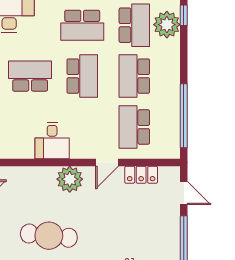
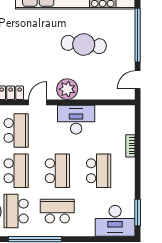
school desk: (30, 76) -> (99, 171), turned -90
school desk: (82, 76) -> (57, 171), turned 180
desk: (52, 141) -> (76, 120), width x1.37

